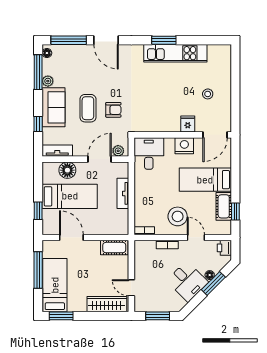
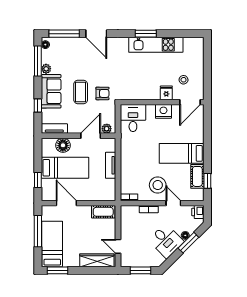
fridge: (188, 124) -> (166, 93), moved
wall: (183, 135) -> (162, 102), moved
door: (215, 135) -> (190, 102), moved
nightstand: (184, 146) -> (163, 111), moved
desk: (149, 153) -> (133, 118), moved

